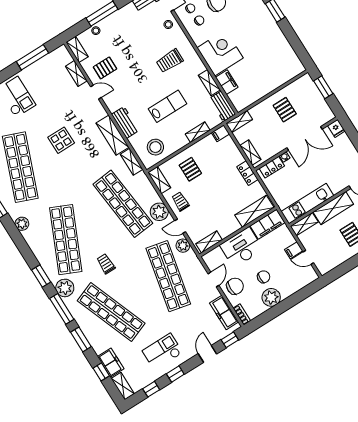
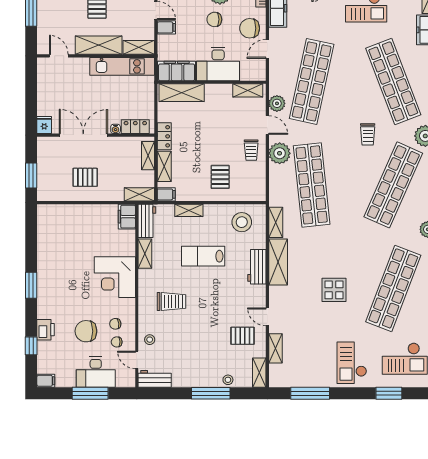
filing cabinet: (227, 82) -> (127, 217), moved
pallet: (285, 110) -> (85, 177), turned 90
shelving: (159, 180) -> (164, 166), moved

